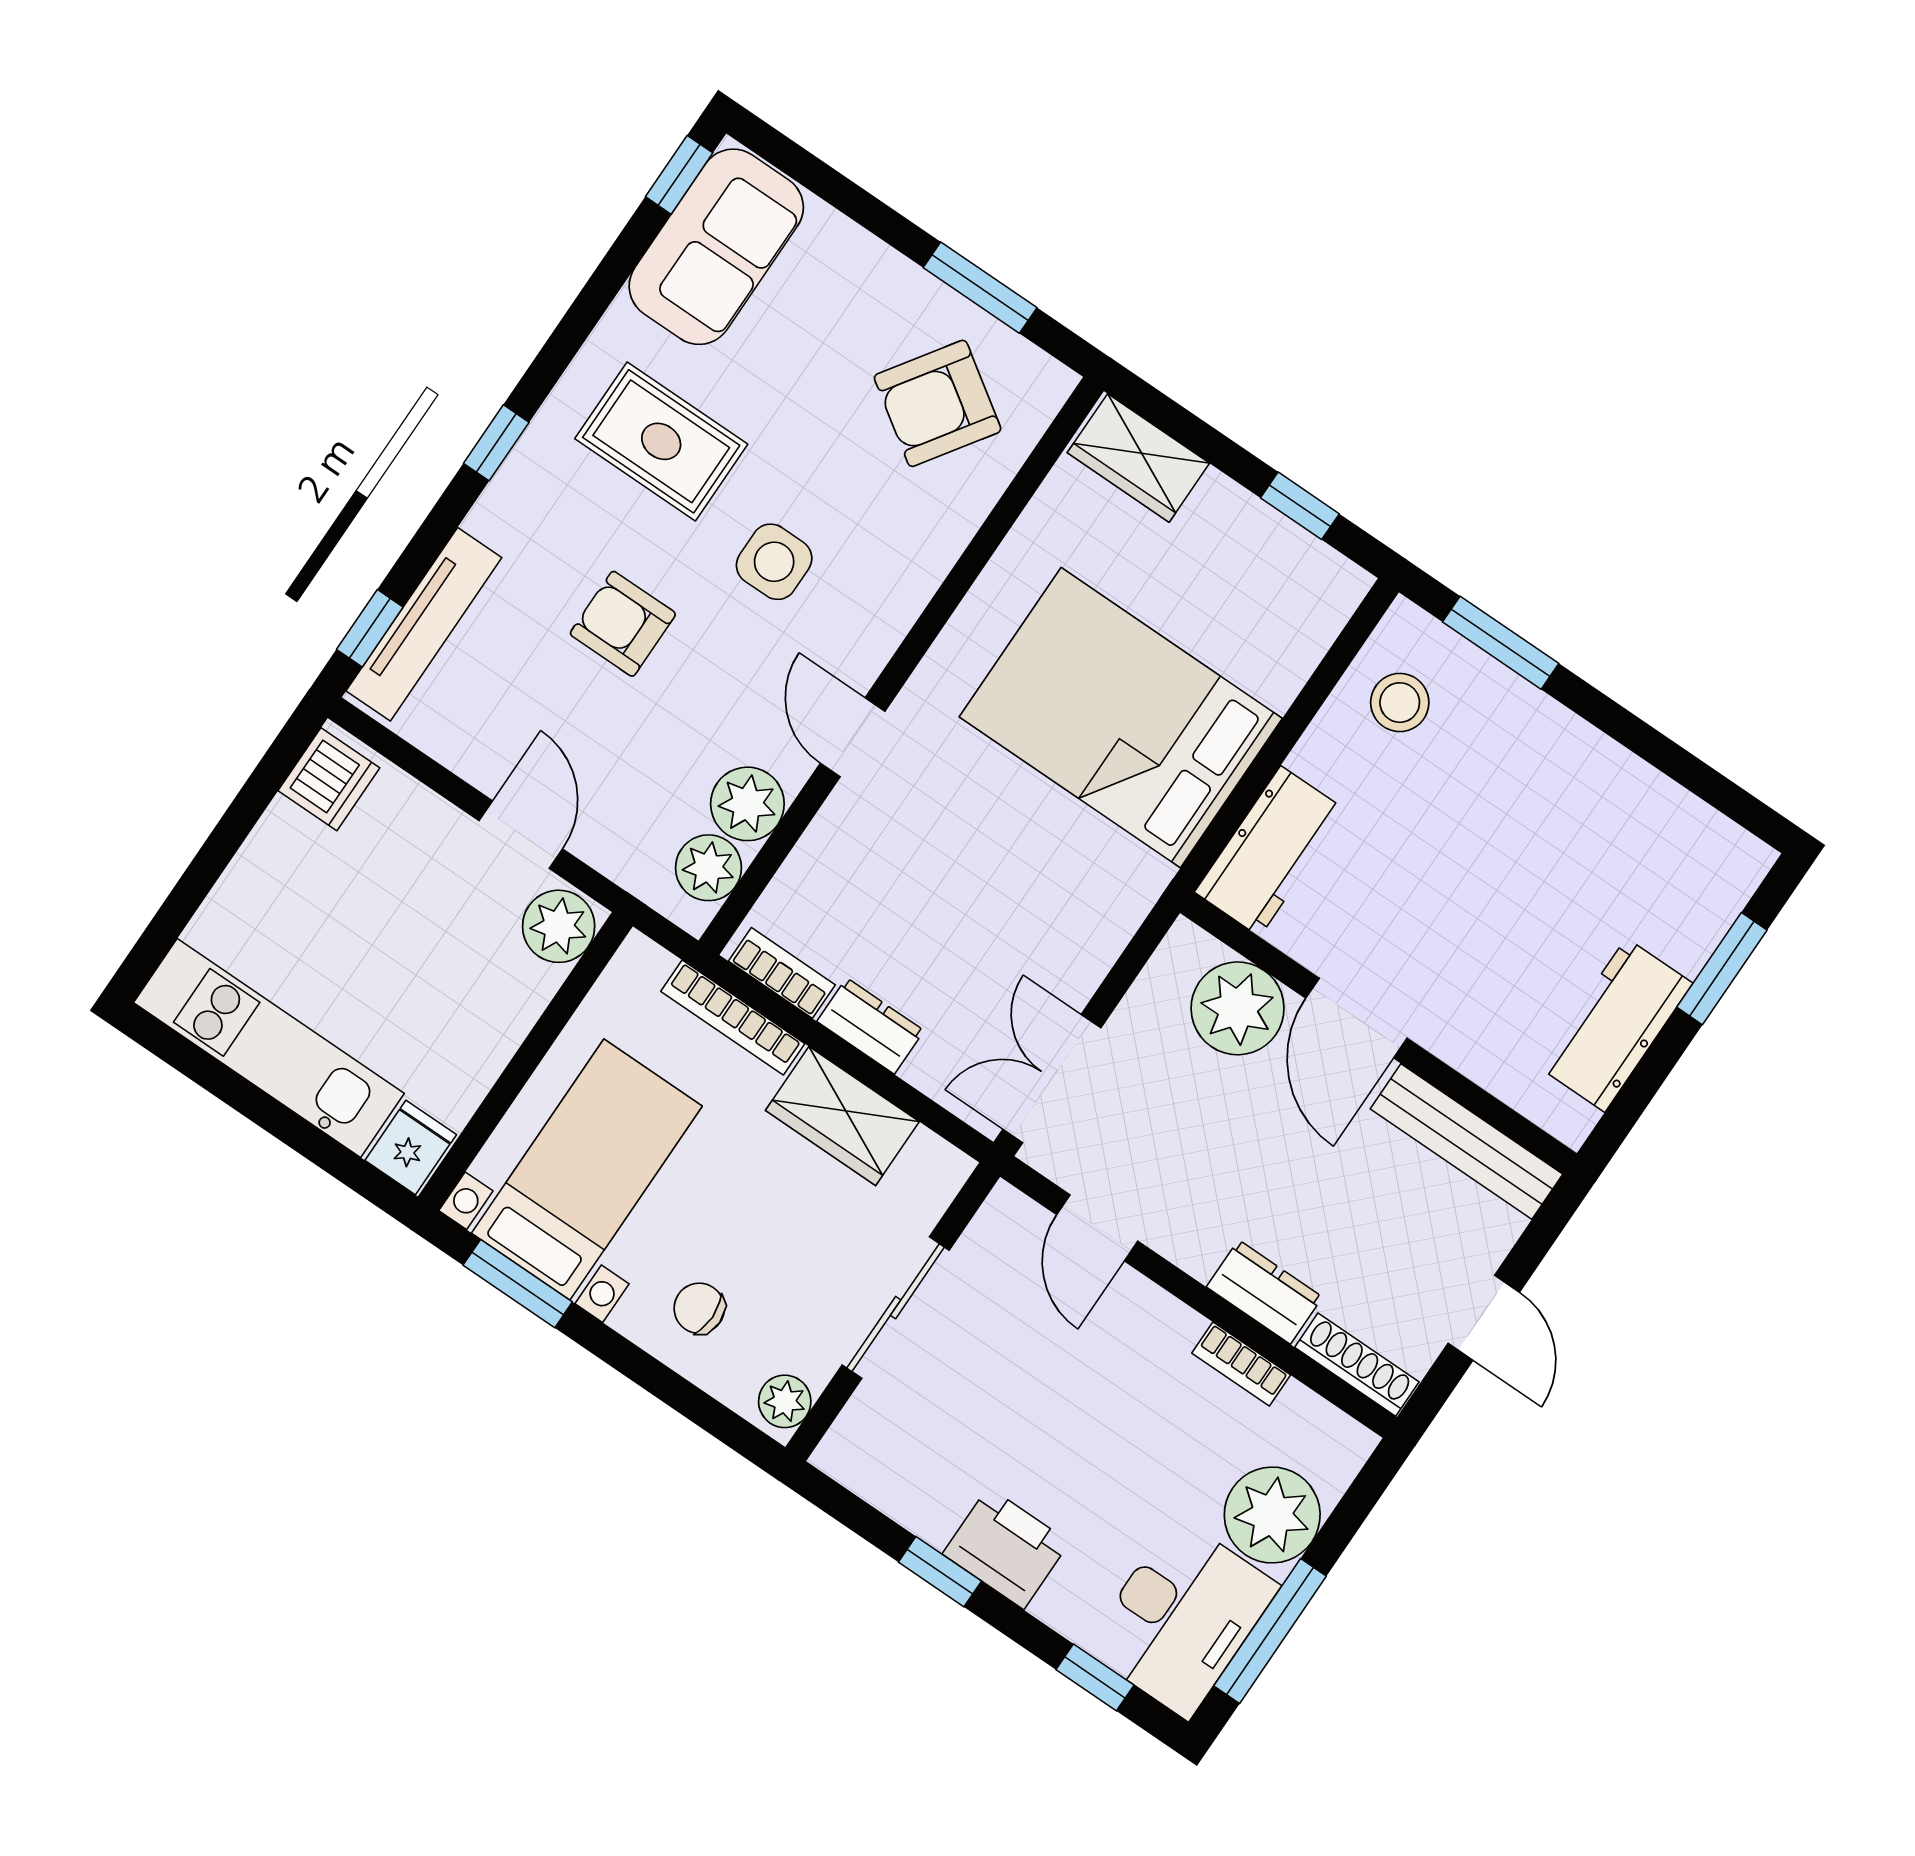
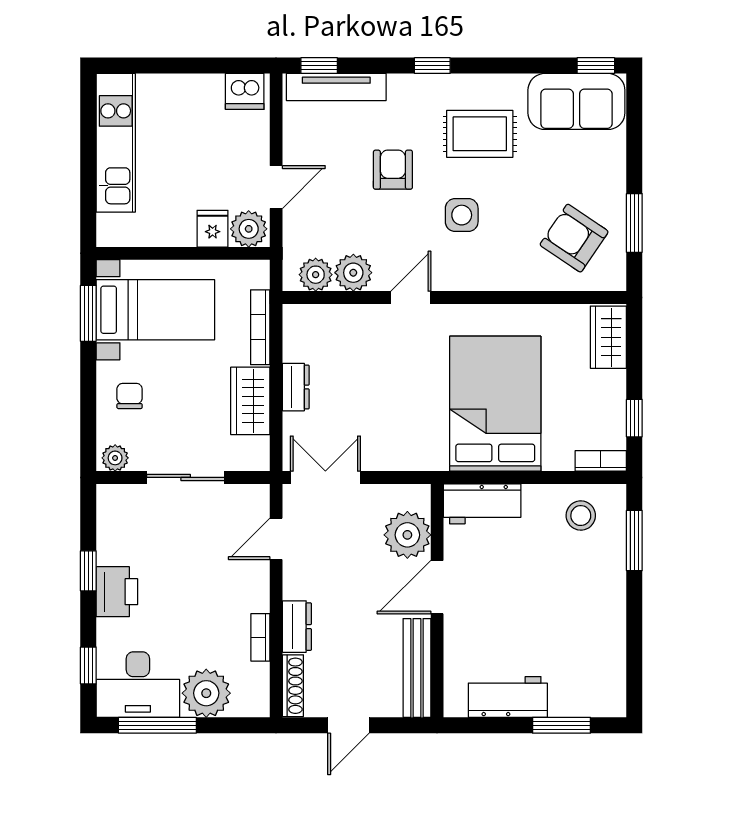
rug: (661, 441) -> (480, 134), turned 90
bookcase: (782, 973) -> (601, 461), moved, turned -90
fridge: (411, 1147) -> (213, 229), moved, turned -90

